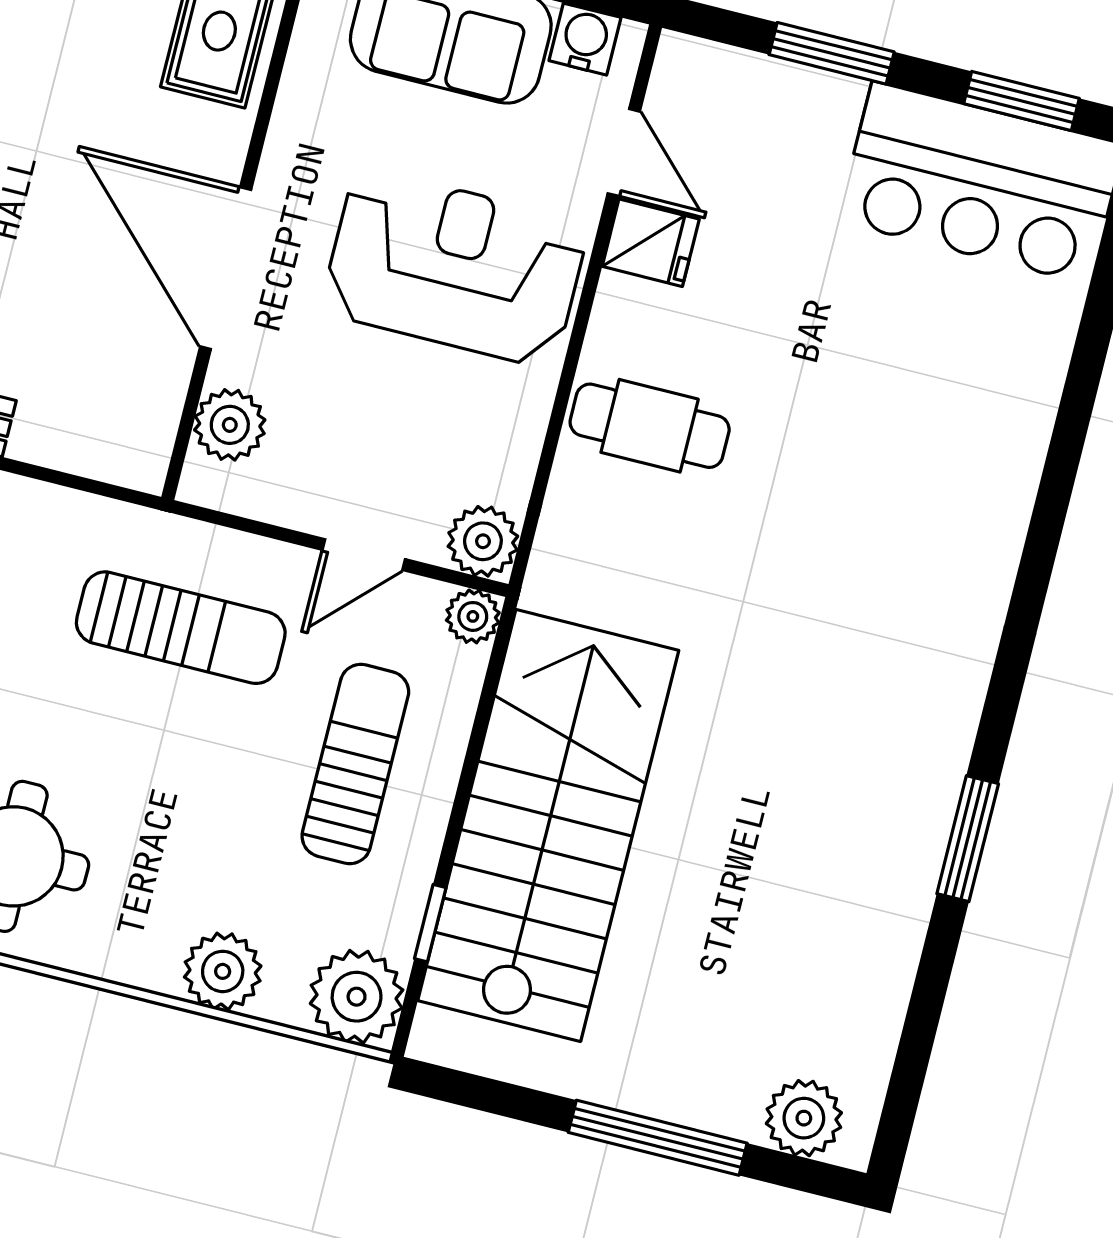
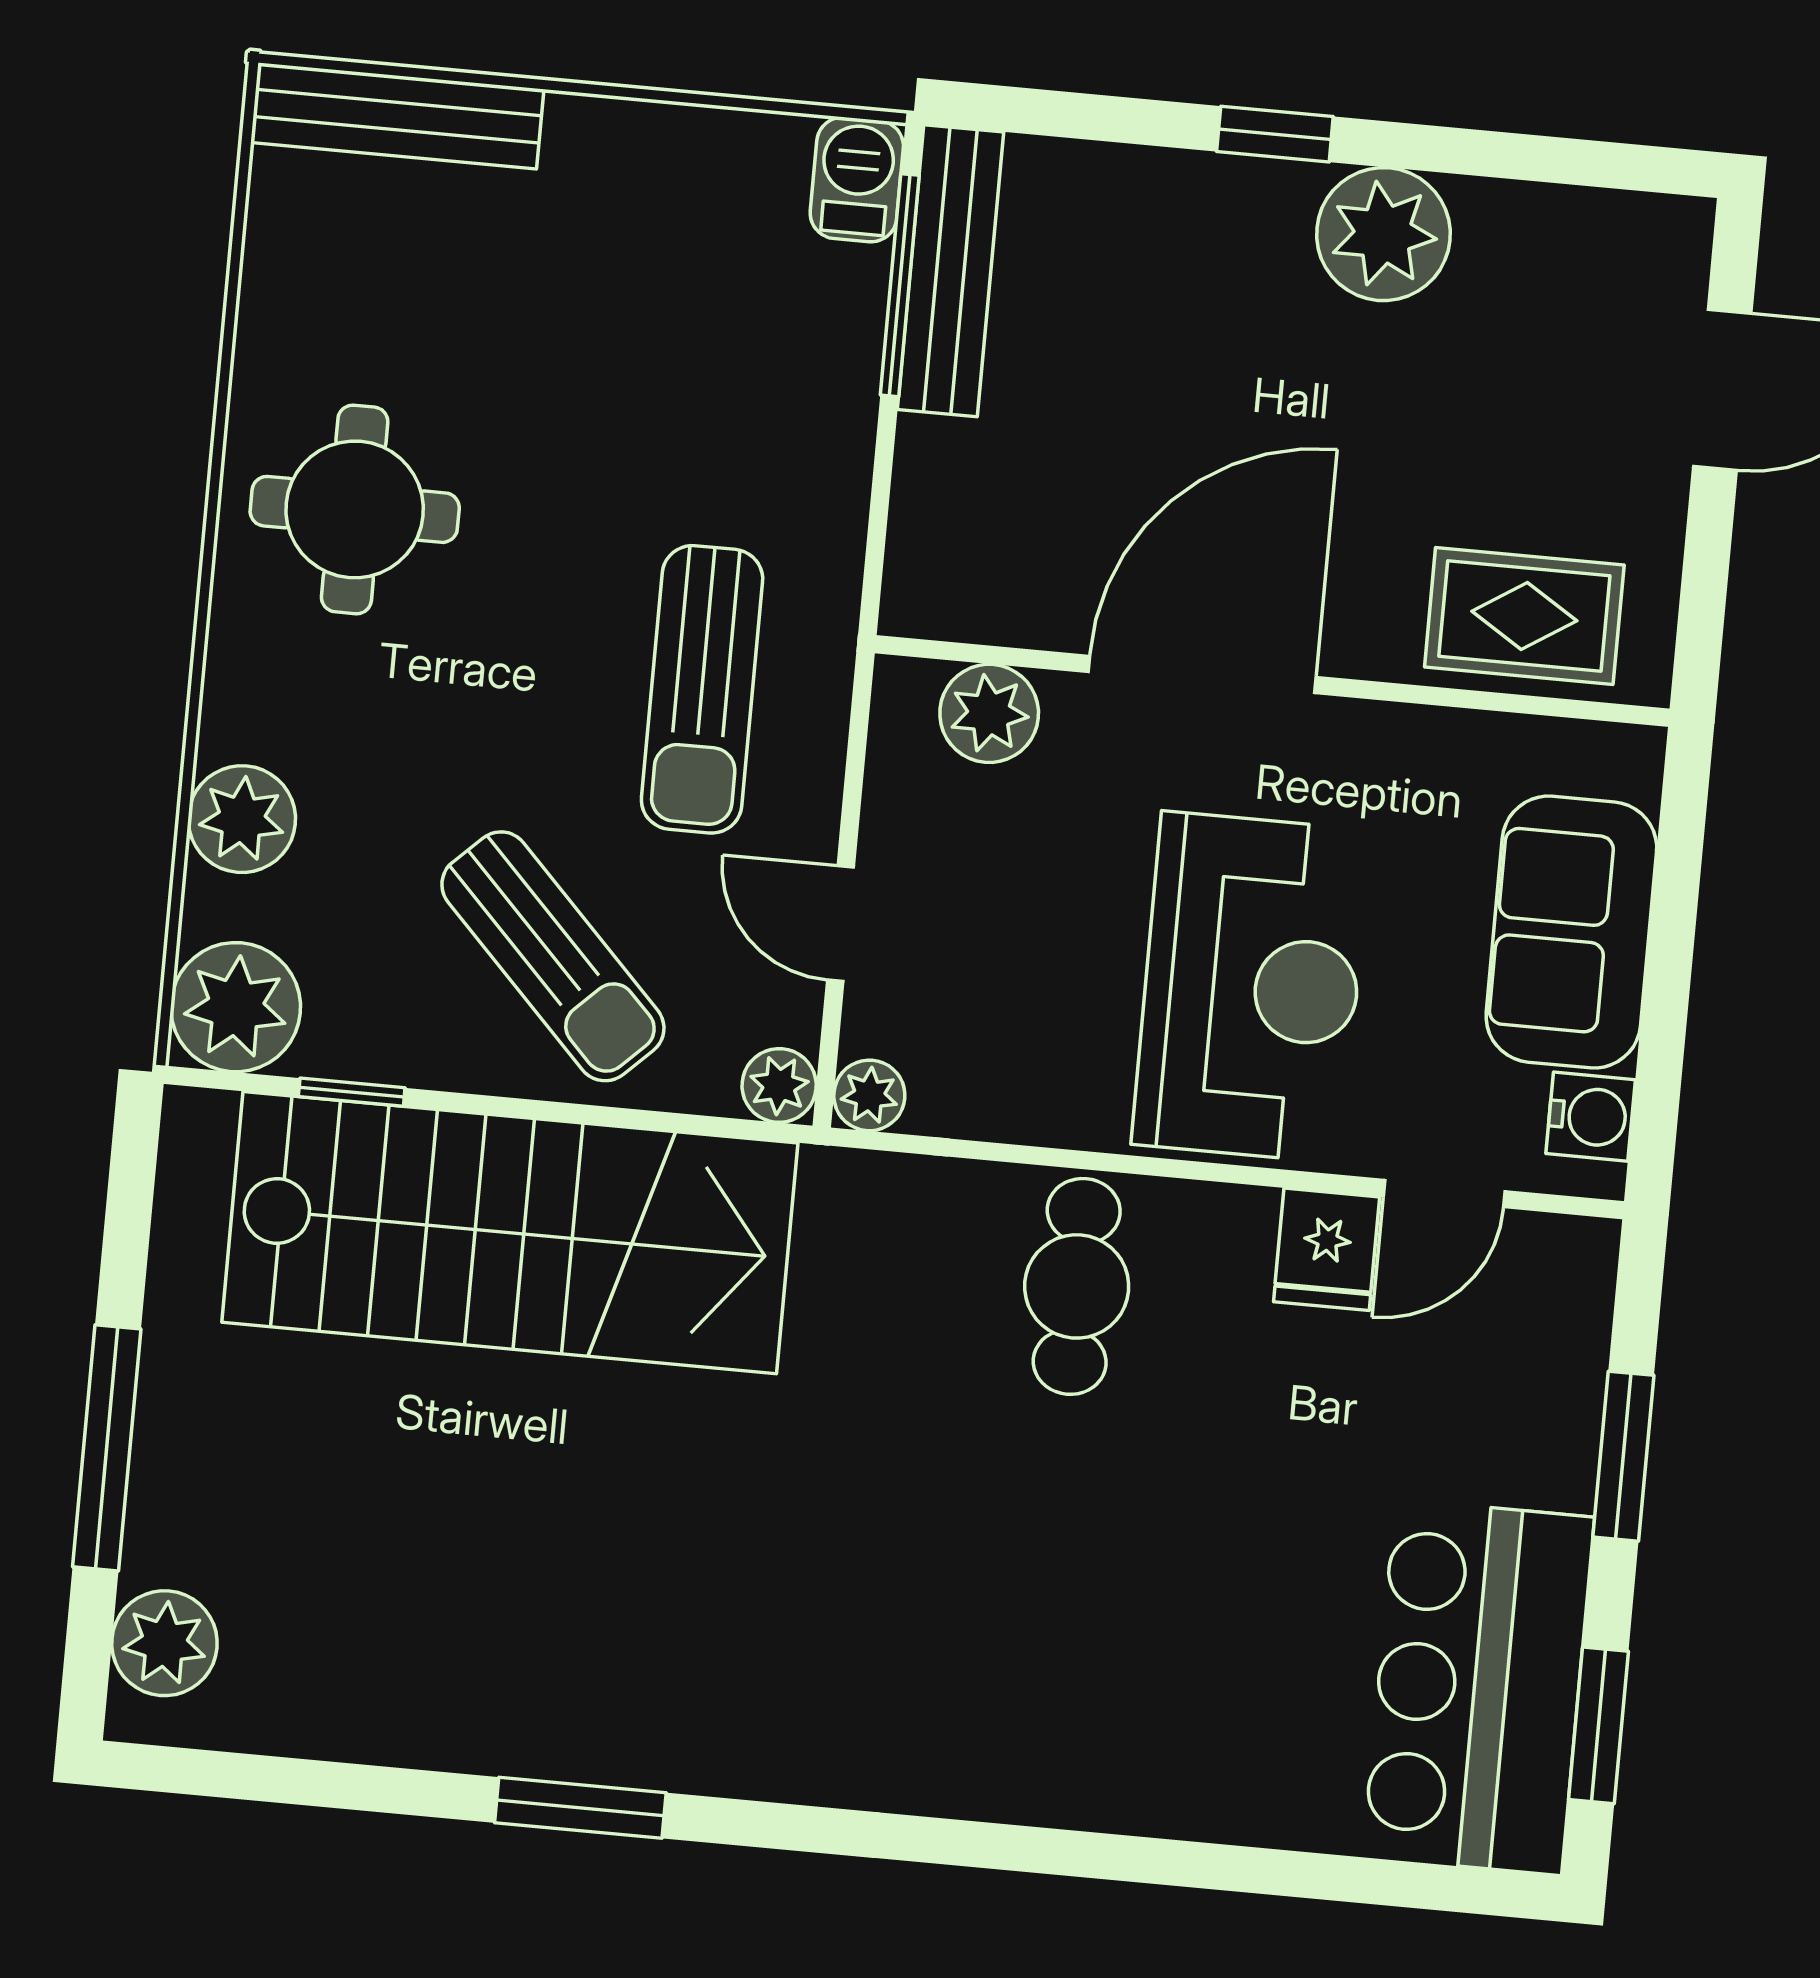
plant: (483, 541) -> (869, 1095), width x0.73, depth x0.73
sun lounger: (355, 764) -> (553, 956), turned 46

